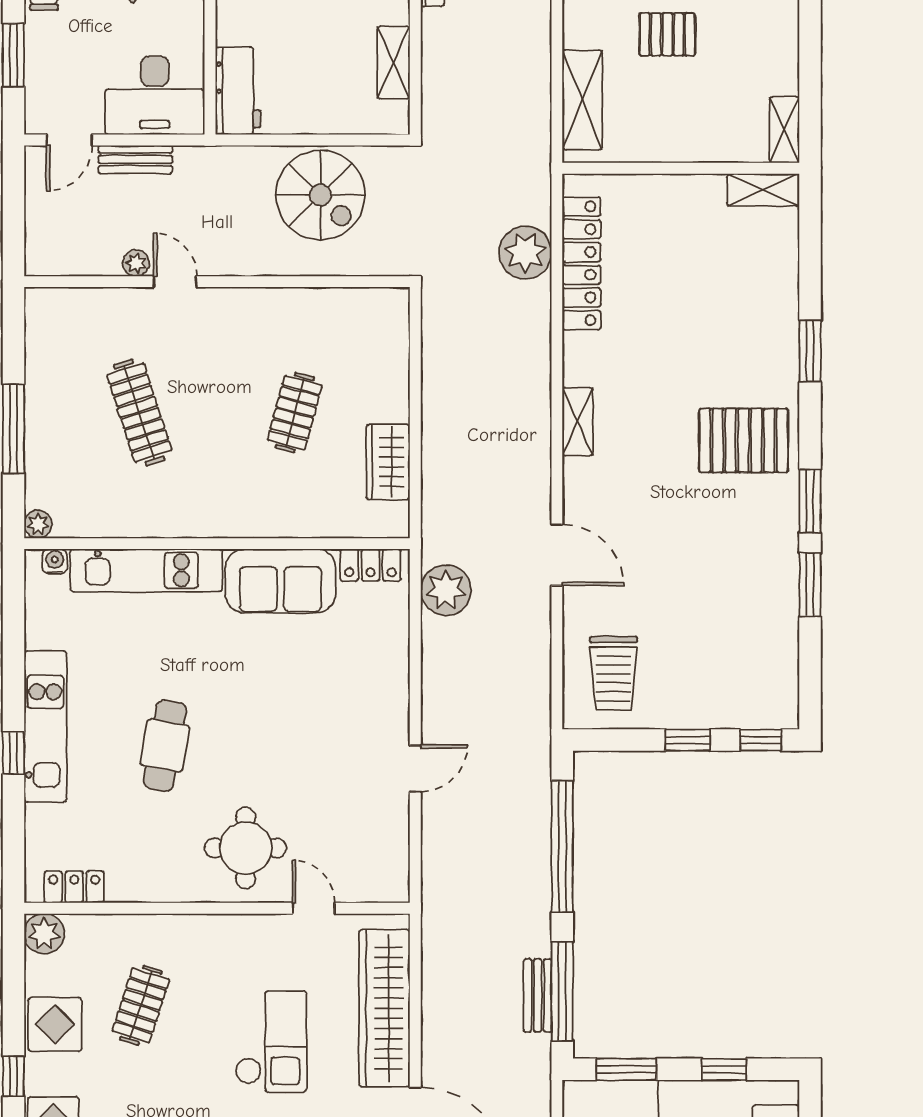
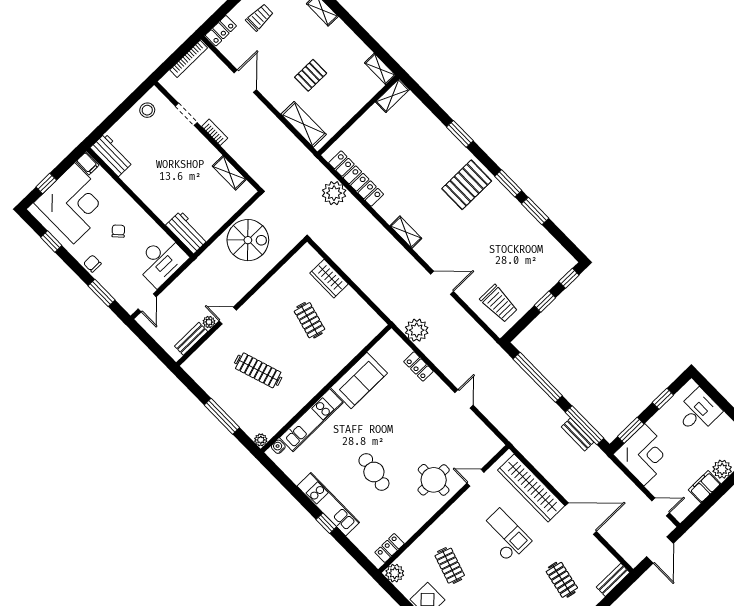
bench: (135, 159) -> (191, 339), moved
wardrobe: (388, 462) -> (329, 279), moved
locker: (370, 565) -> (418, 366), moved, turned 90

